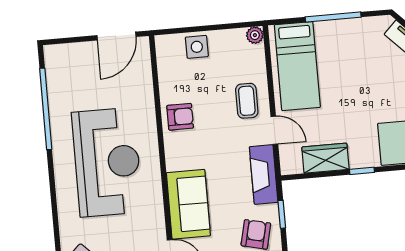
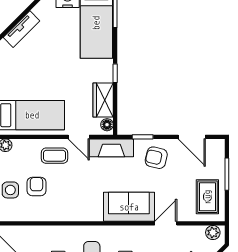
armchair: (180, 117) -> (36, 186), moved
door: (274, 130) -> (79, 137), swing flipped
floor lamp: (293, 166) -> (107, 125), added

